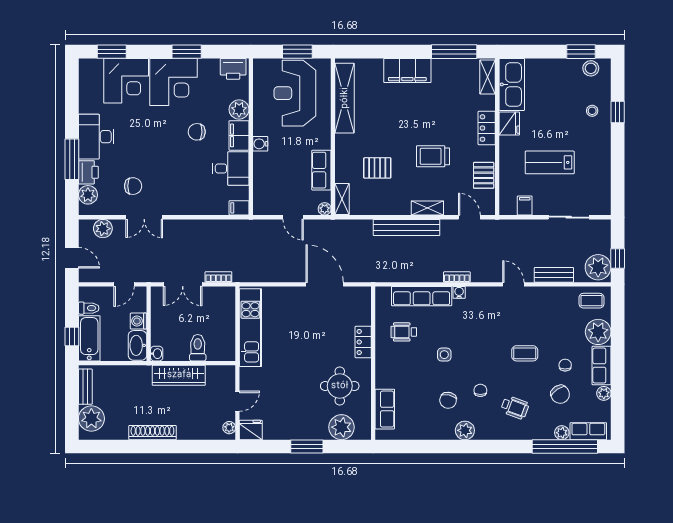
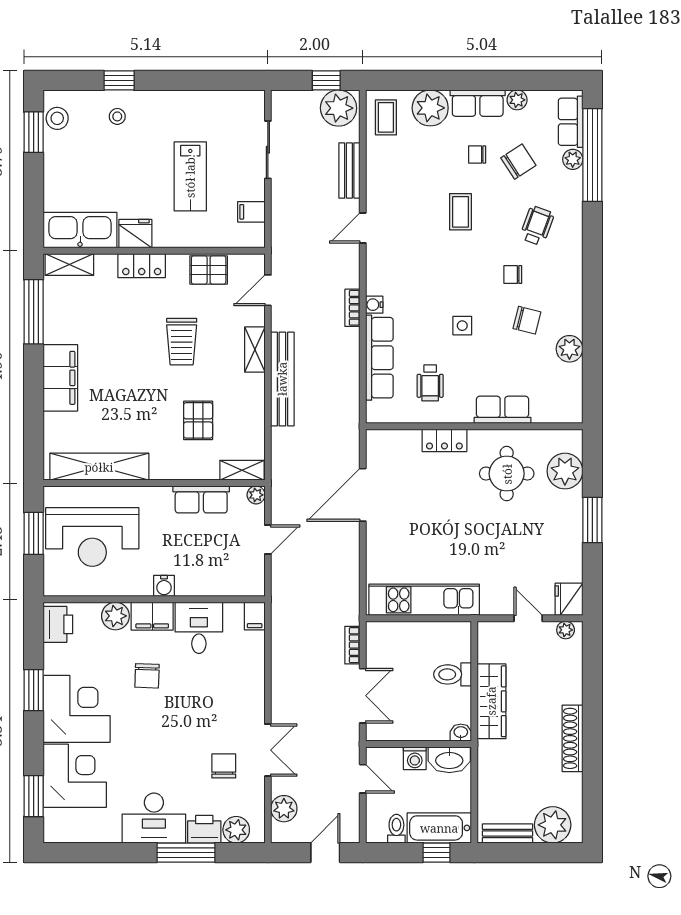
row of seats: (385, 409) -> (503, 410), moved
plant: (465, 430) -> (569, 349), moved

